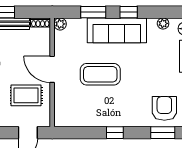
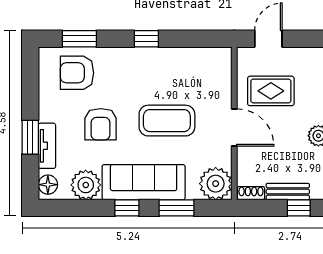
plant: (163, 23) -> (86, 185), width x1.88, depth x1.88
plant: (60, 24) -> (216, 184), width x1.88, depth x1.88
armchair: (148, 72) -> (101, 124), added
armchair: (164, 108) -> (77, 73), turned 90

